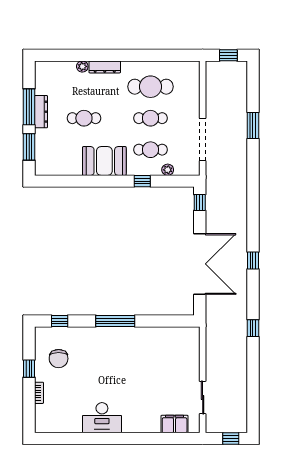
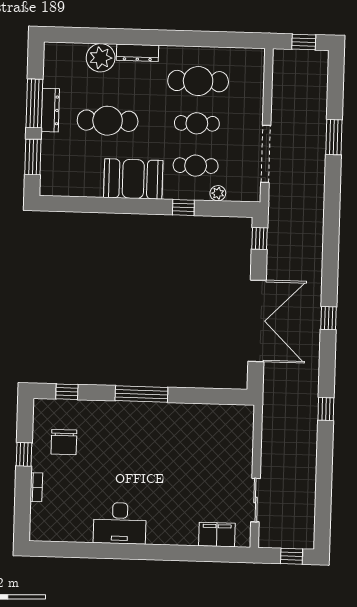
plant: (82, 66) -> (101, 58), width x1.88, depth x1.88
cafe table: (84, 118) -> (108, 121), width x1.37, depth x1.35

